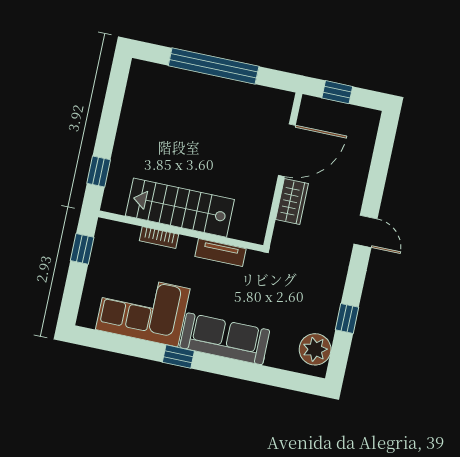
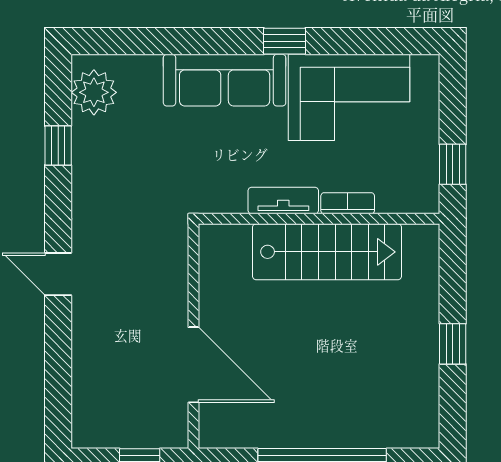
door: (287, 150) -> (193, 365), swing flipped
window: (99, 171) -> (453, 344), moved
wardrobe: (292, 201) -> (171, 294), removed
tv unit: (220, 253) -> (283, 201), moved

